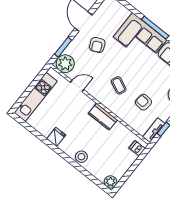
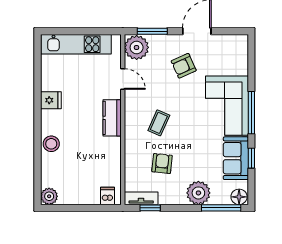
kitchen counter: (103, 117) -> (112, 118), moved

